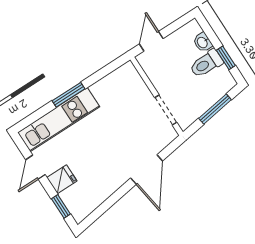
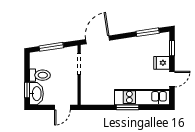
washbasin: (203, 42) -> (36, 94), width x1.91, depth x1.45
window: (226, 58) -> (27, 90), moved
door: (147, 170) -> (98, 40), moved
window: (105, 207) -> (148, 32), added

